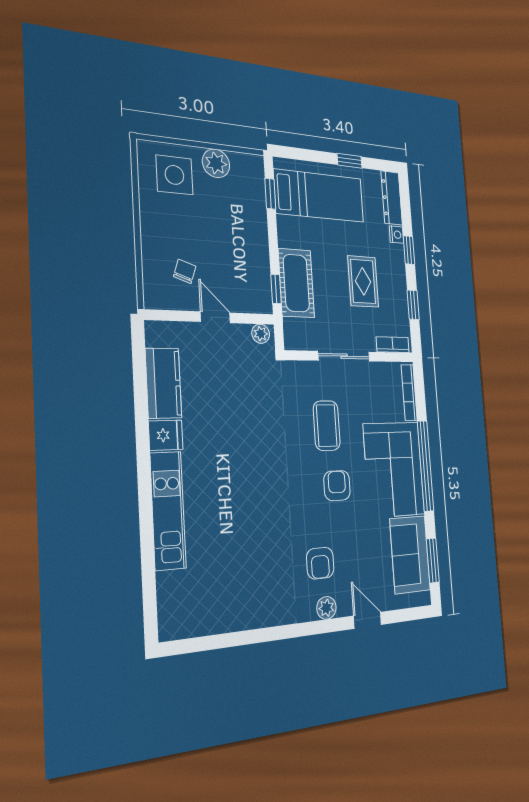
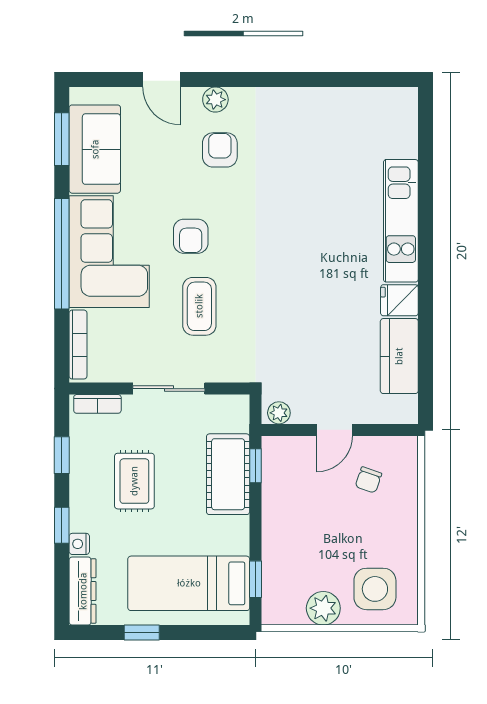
door: (215, 317) -> (334, 430), hinge flipped

